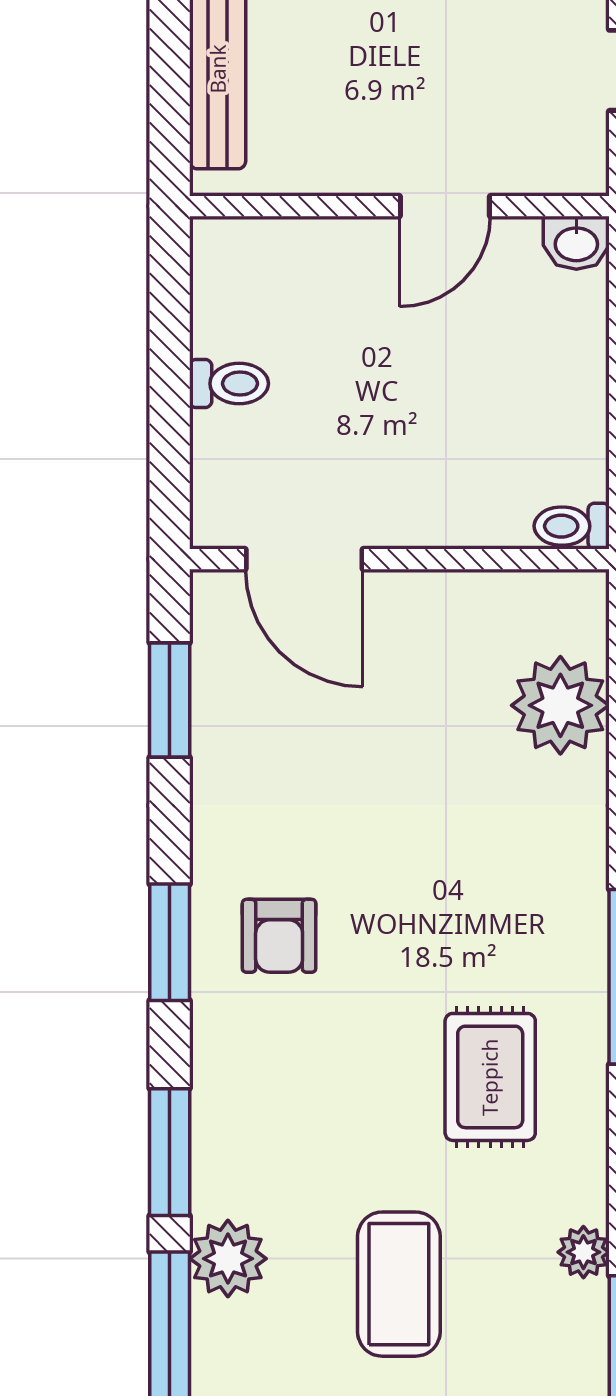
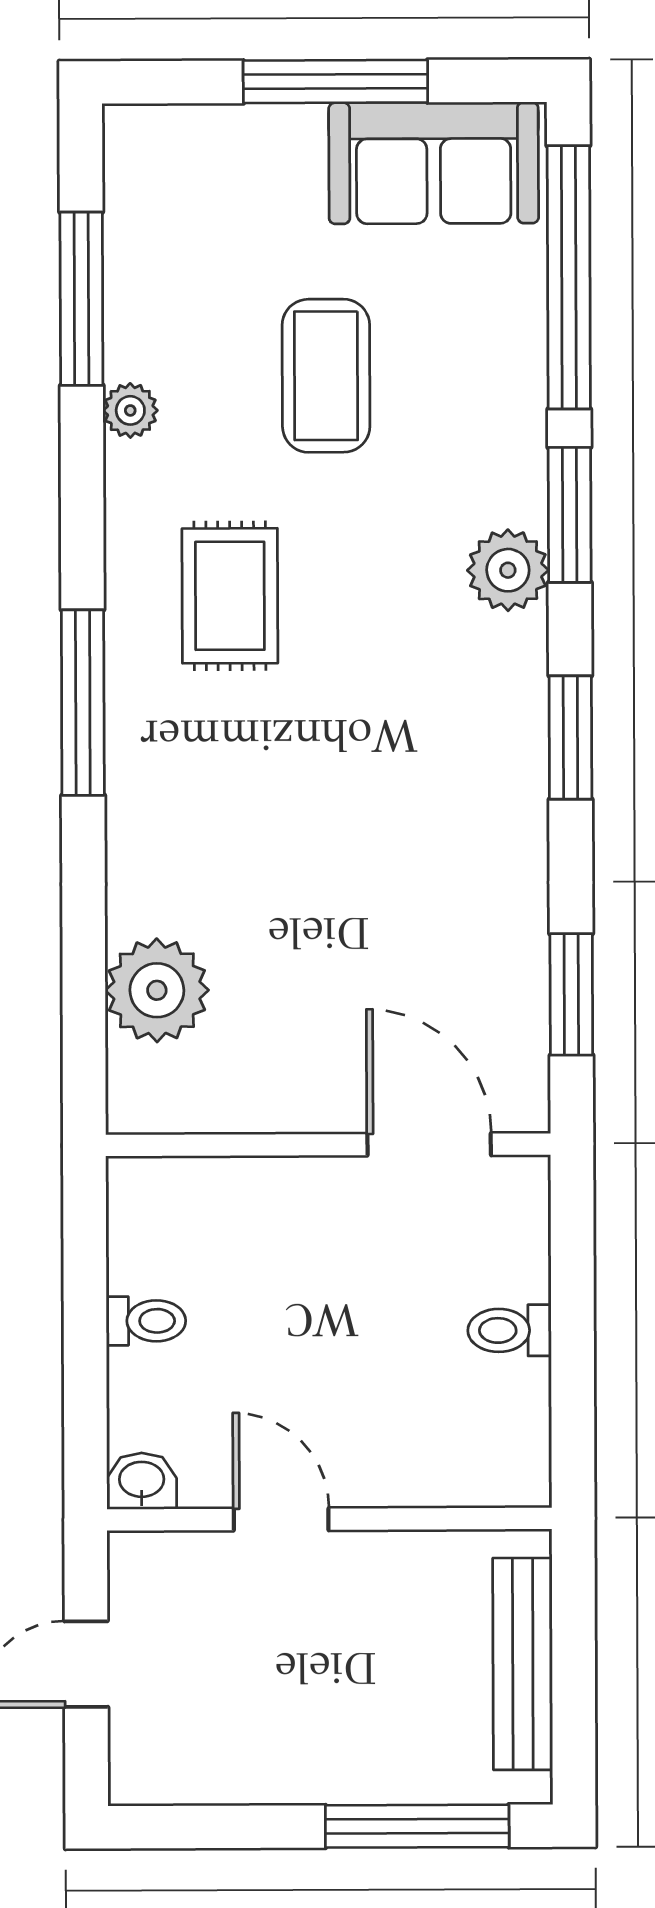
door: (445, 206) -> (281, 1519), hinge flipped
toilet: (572, 526) -> (146, 1321), moved
armchair: (279, 936) -> (454, 745), removed
plant: (228, 1259) -> (508, 570), moved

